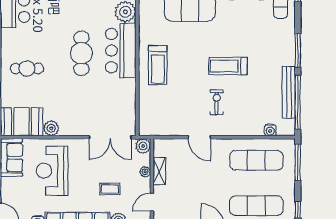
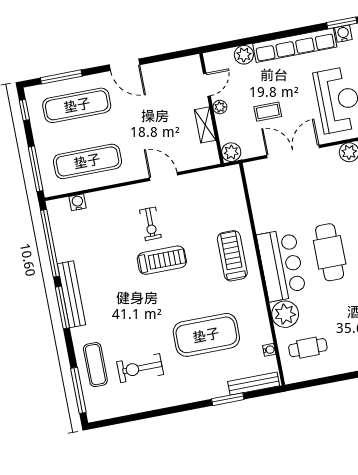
treadmill: (228, 66) -> (162, 260), moved
bench: (289, 92) -> (72, 294), moved
double door: (110, 137) -> (293, 152), moved
plant: (145, 172) -> (220, 107), moved
coffee table: (110, 189) -> (268, 112), moved

